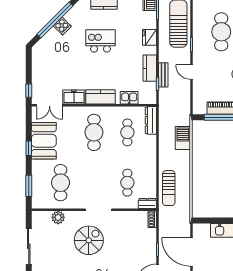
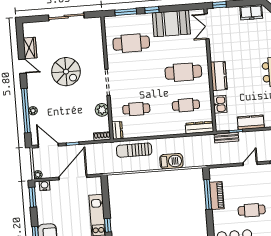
bench: (163, 75) -> (226, 138), moved
freezer: (74, 97) -> (251, 12), moved, turned 90
barbecue: (183, 138) -> (171, 161), moved
window: (29, 148) -> (152, 10), moved
plant: (58, 217) -> (102, 110), moved
spiral stairs: (89, 240) -> (66, 72), moved

